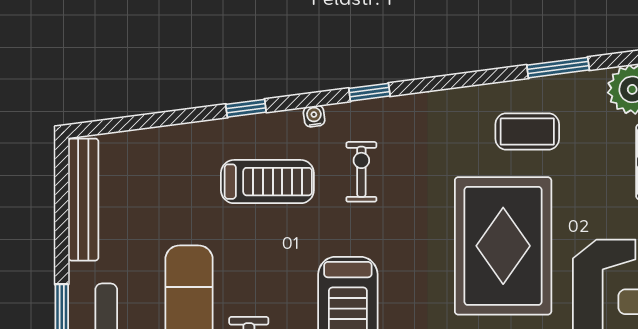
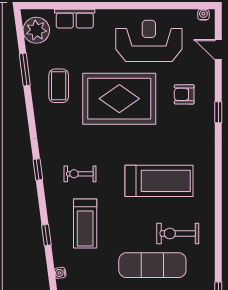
water cooler: (314, 116) -> (60, 273), moved
treadmill: (267, 182) -> (85, 224), turned 180

